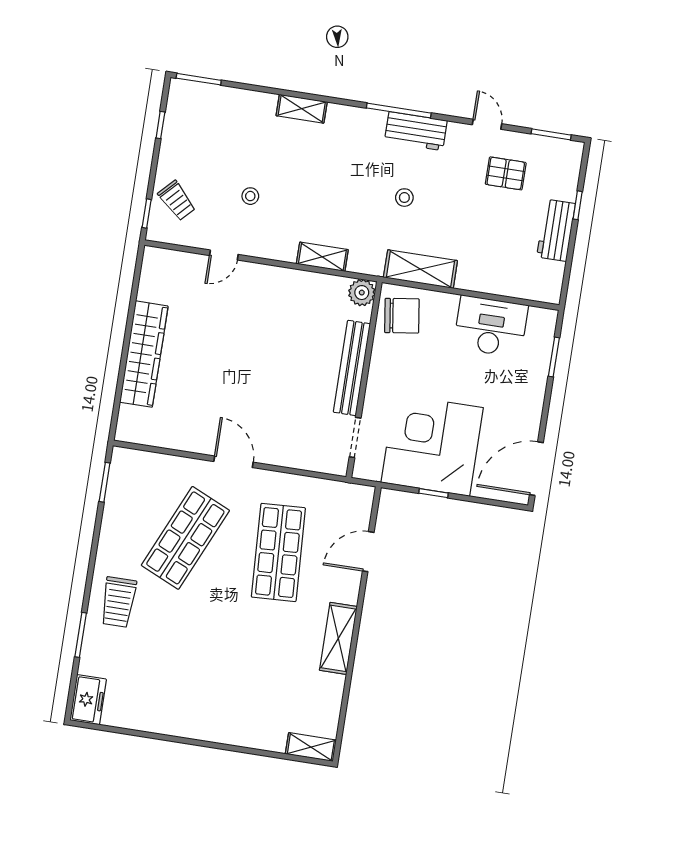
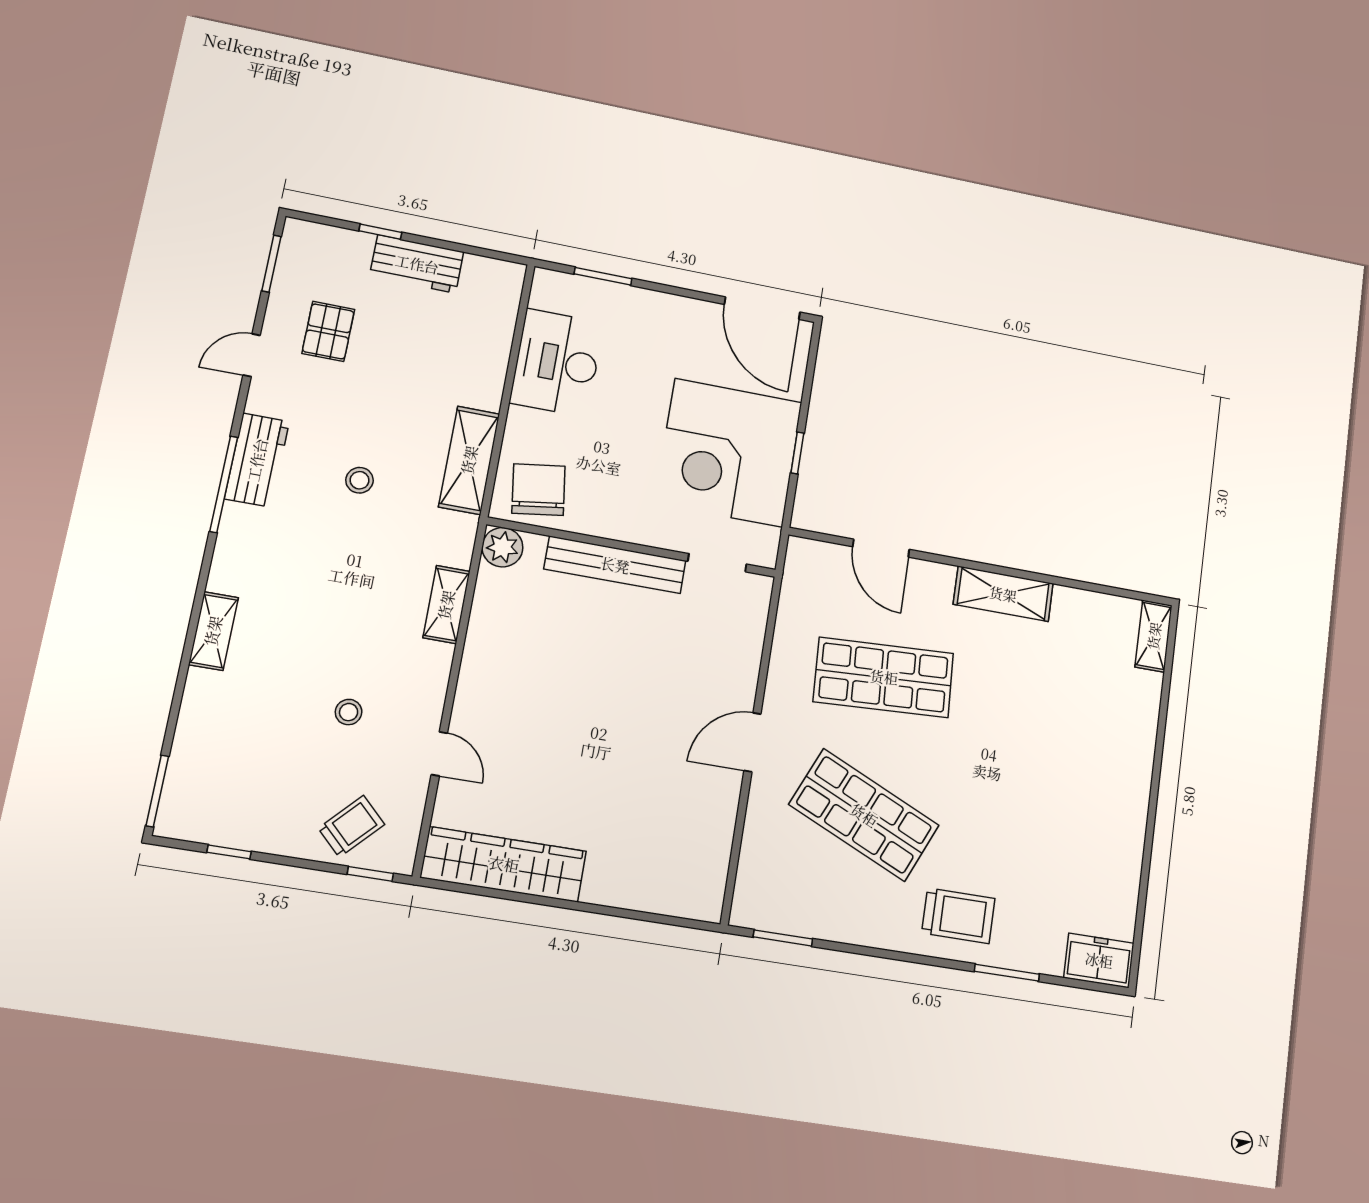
wardrobe: (144, 354) -> (504, 864), moved

